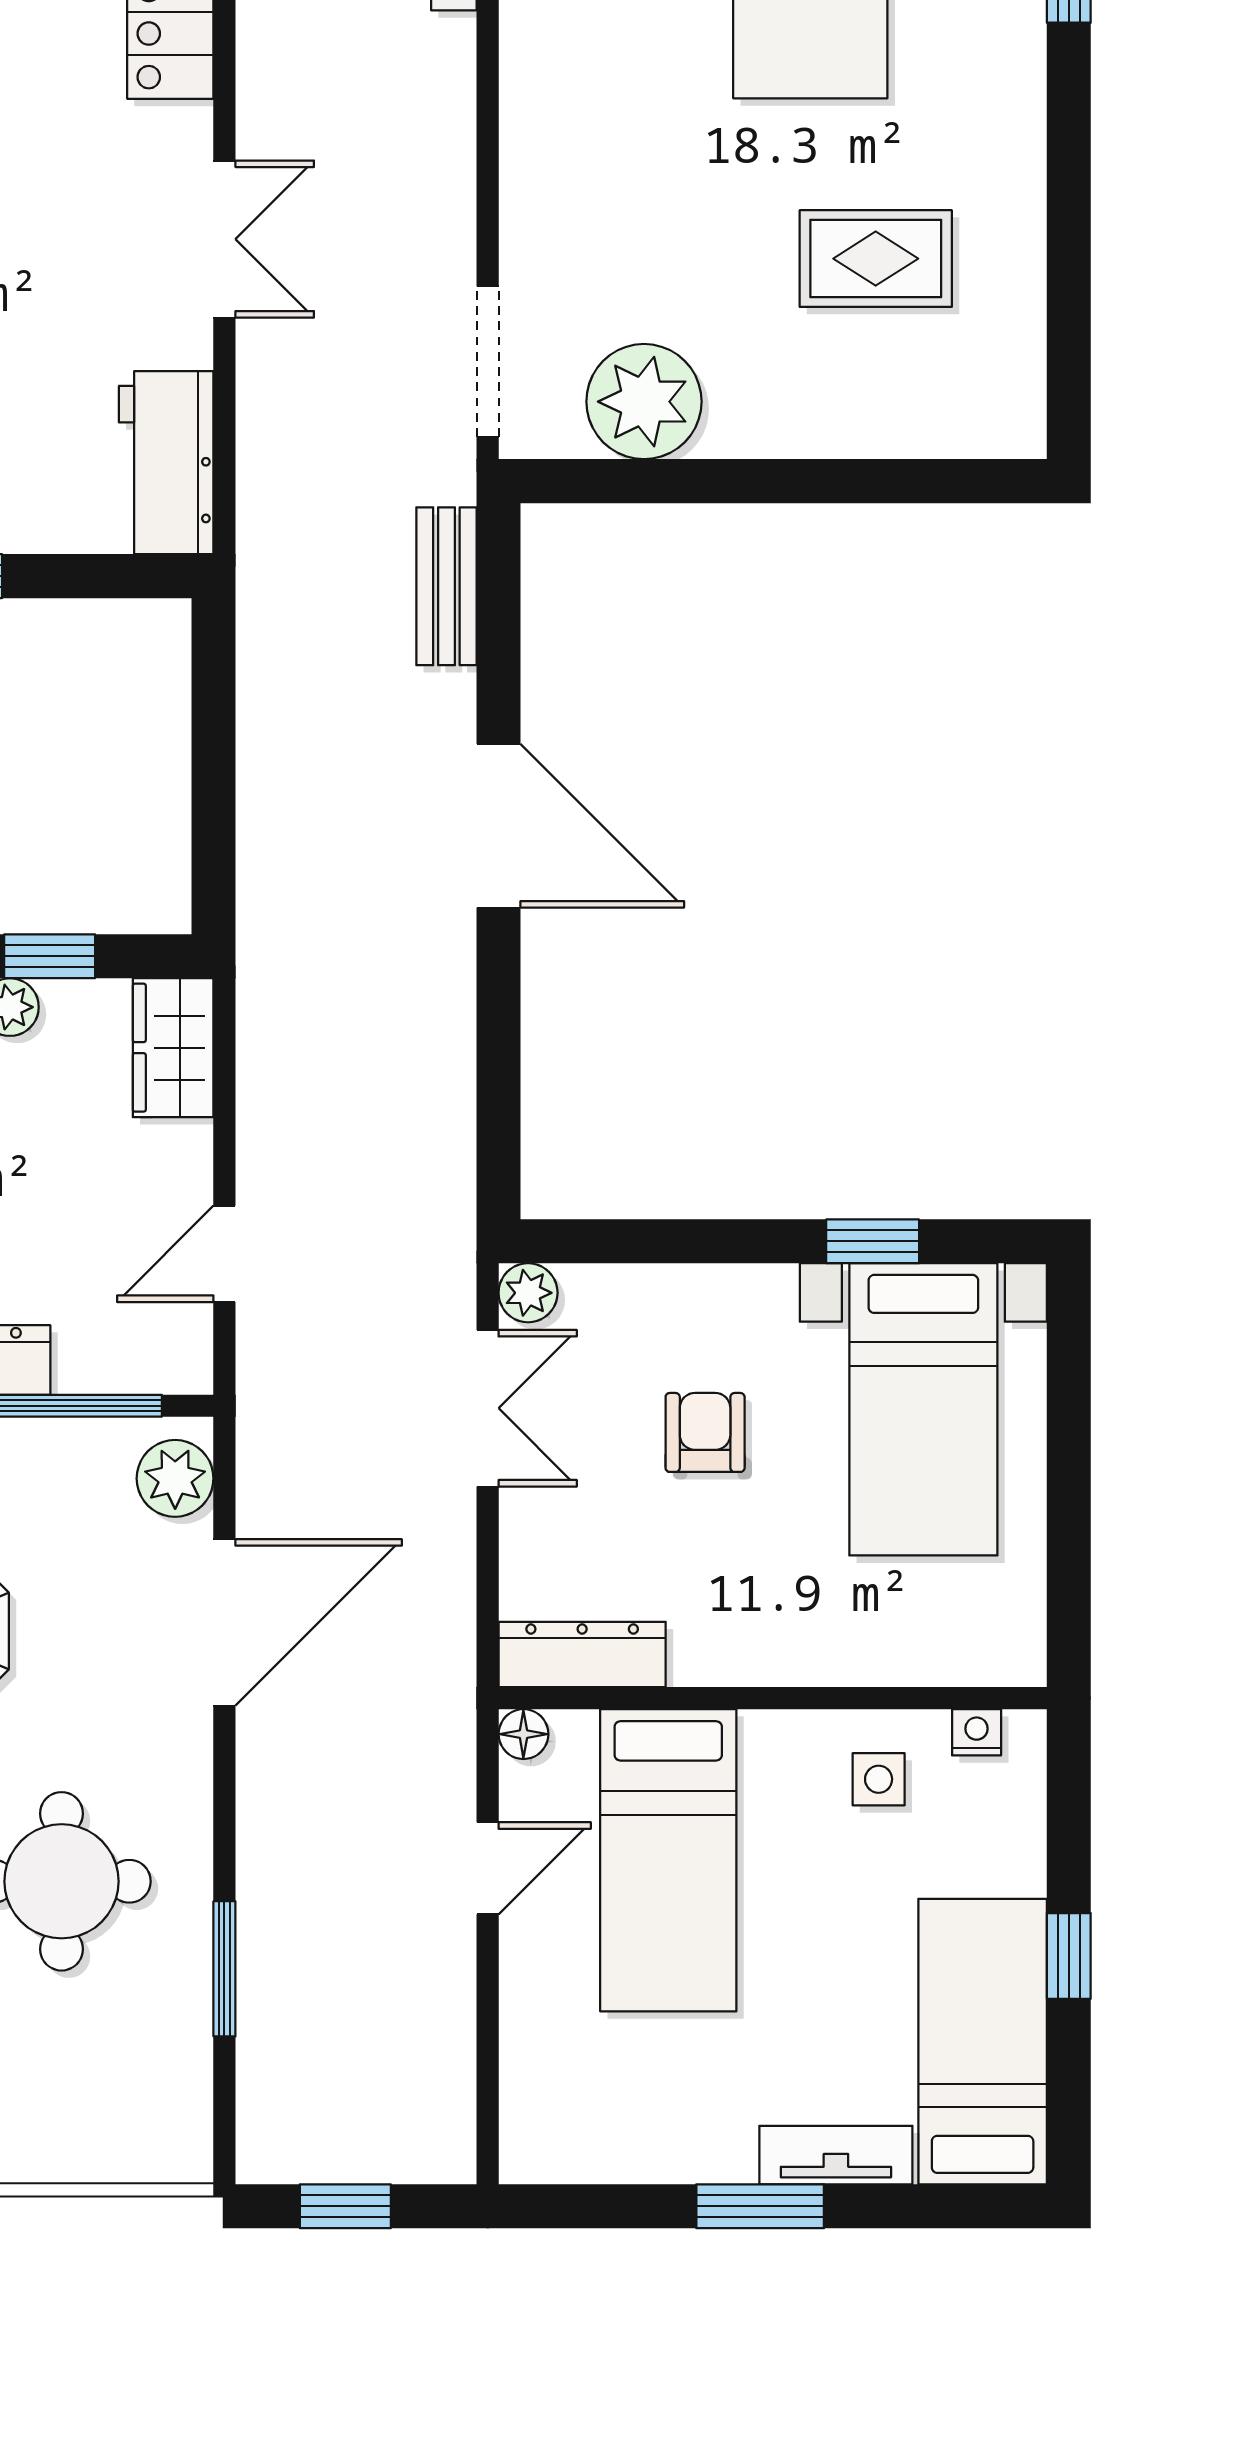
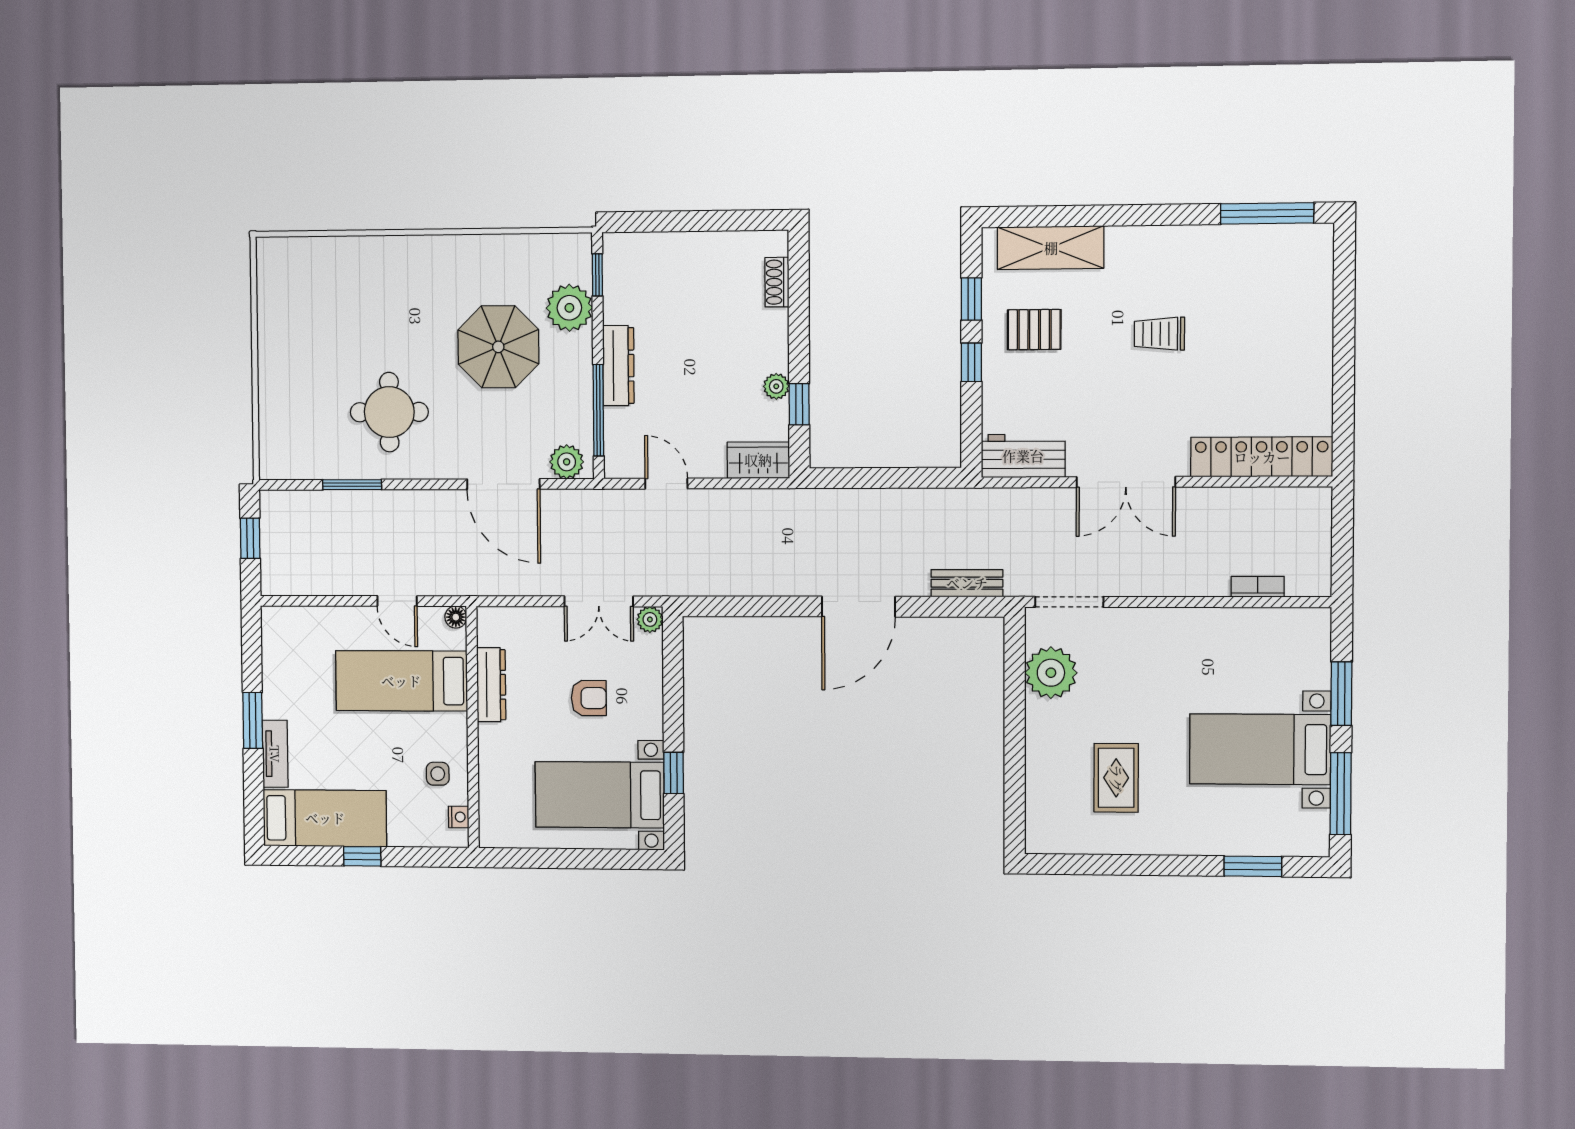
double door: (224, 239) -> (1126, 482), width x1.37
dresser: (582, 1655) -> (491, 685), moved

